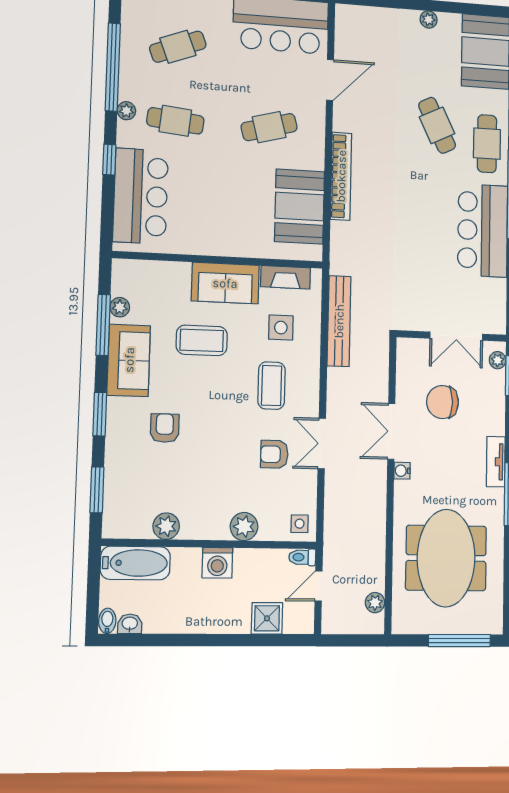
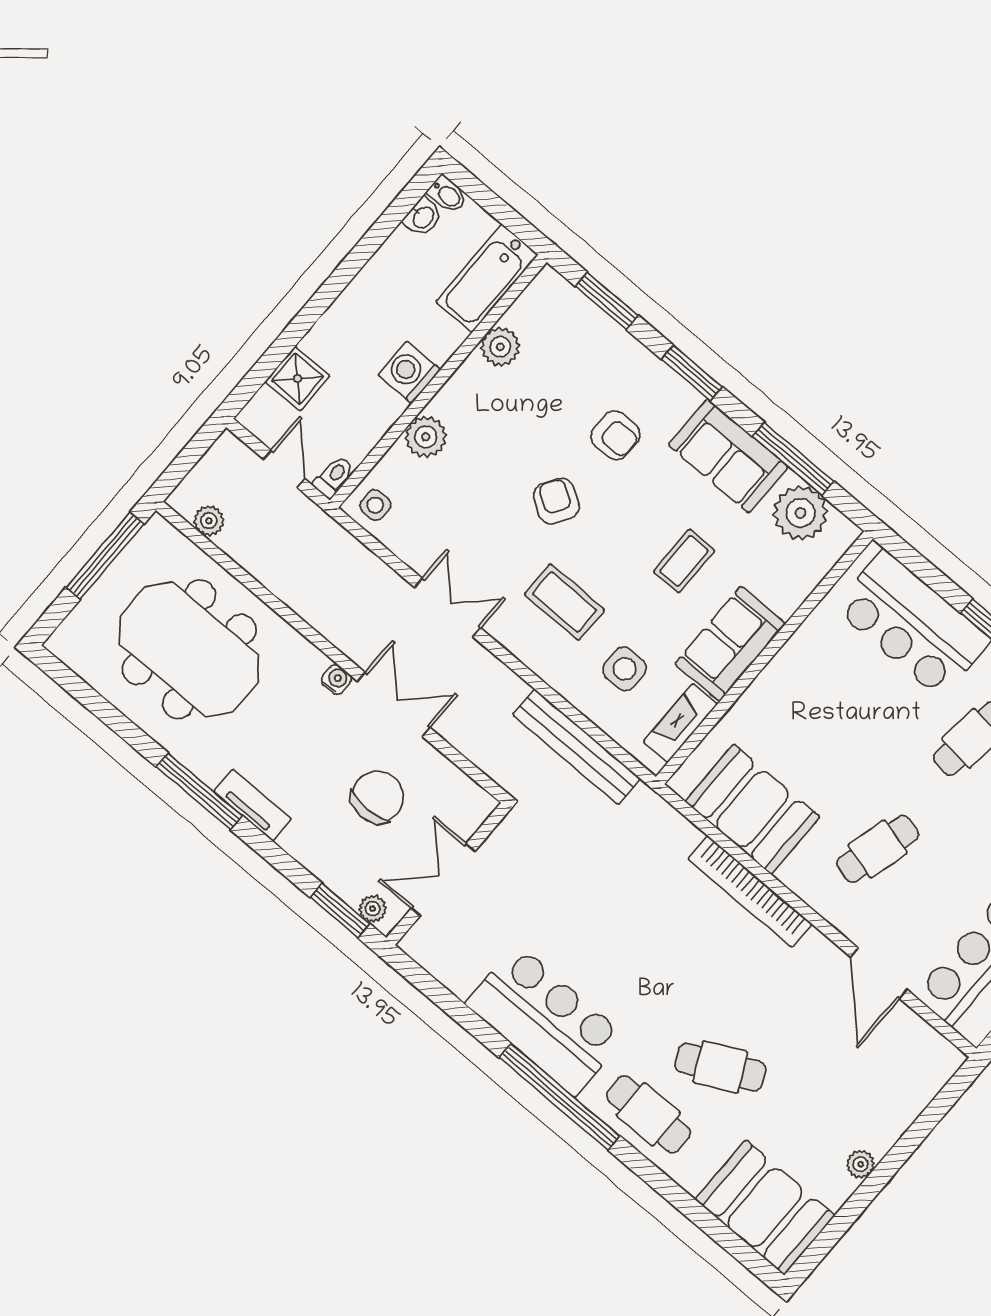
cafe table: (269, 127) -> (878, 849), turned 30
plant: (120, 307) -> (800, 513), width x1.88, depth x1.88
coffee table: (202, 340) -> (684, 561), width x0.73, depth x0.77
armchair: (274, 454) -> (556, 501), moved, turned -58
window: (459, 641) -> (105, 556), moved

